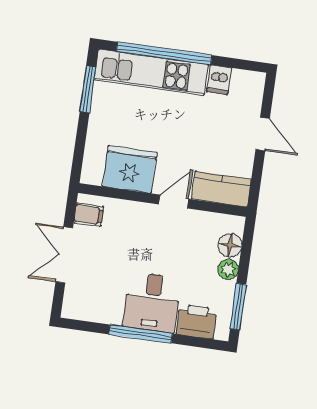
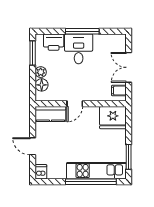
dishwasher: (219, 80) -> (41, 172), moved
fridge: (130, 169) -> (113, 118), moved
double door: (64, 255) -> (129, 67), swing flipped

